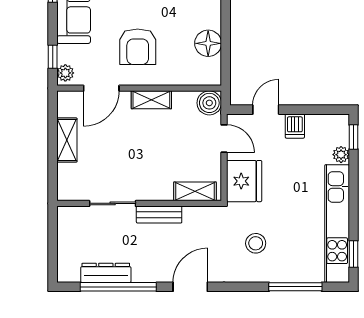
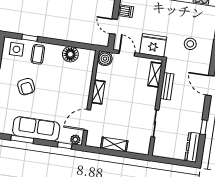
armchair: (138, 47) -> (66, 95), removed
door: (101, 88) -> (87, 120), swing flipped
door: (224, 139) -> (127, 53), hinge flipped
bench: (159, 215) -> (167, 86), moved
dresser: (106, 273) -> (192, 147), moved
window: (118, 287) -> (204, 127), width x0.32

